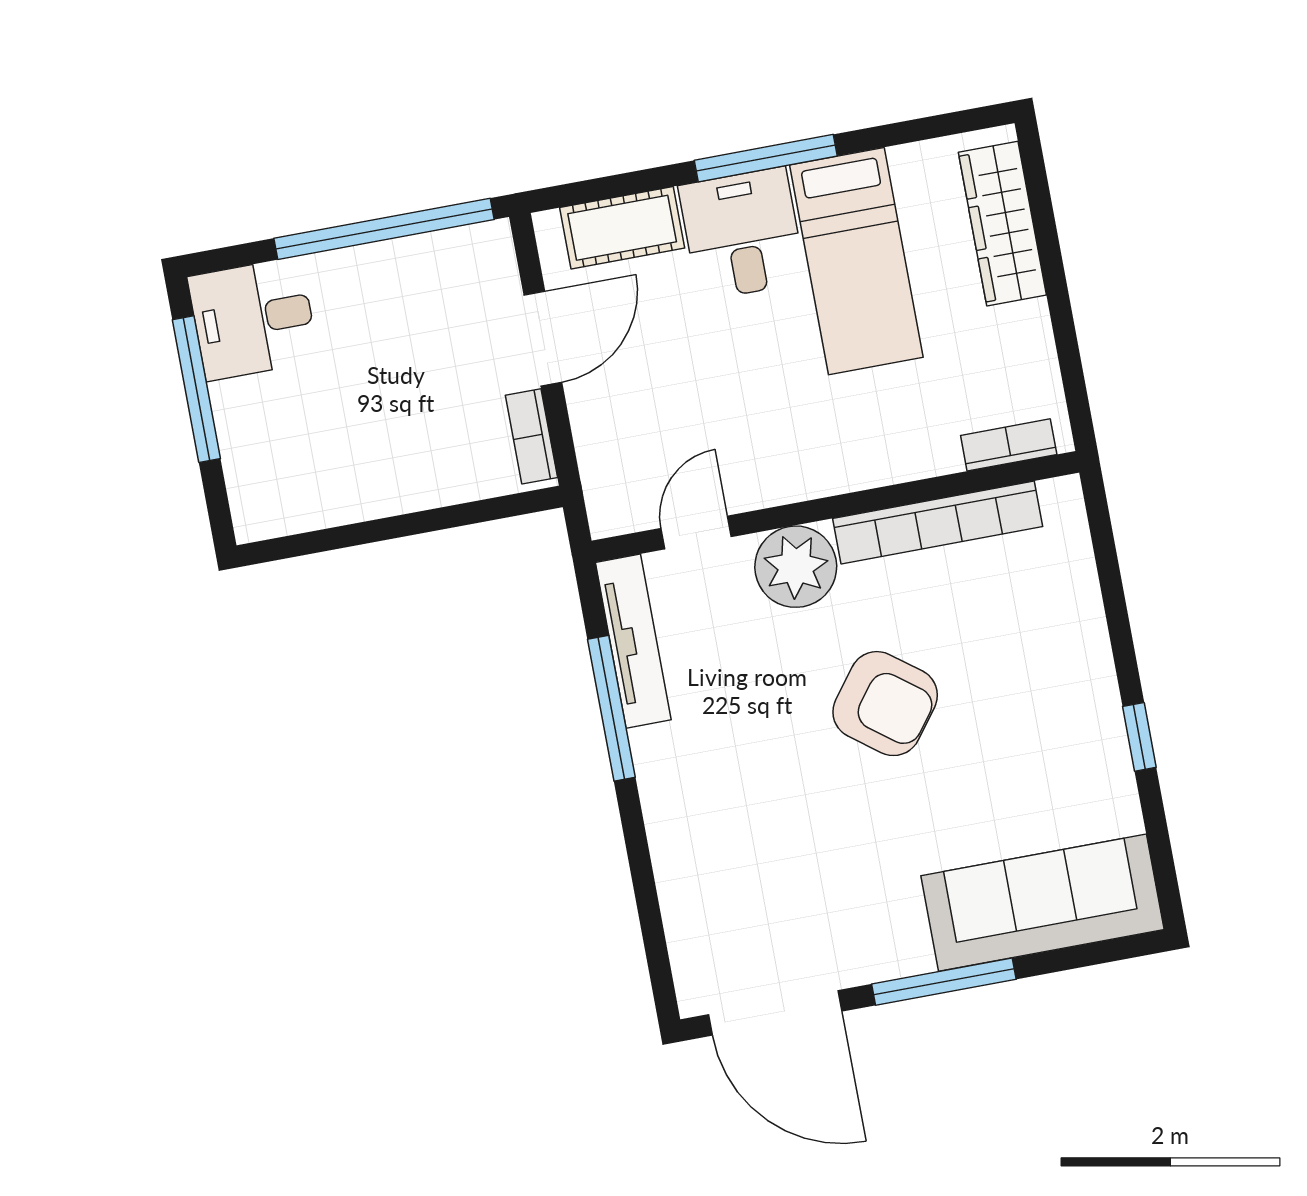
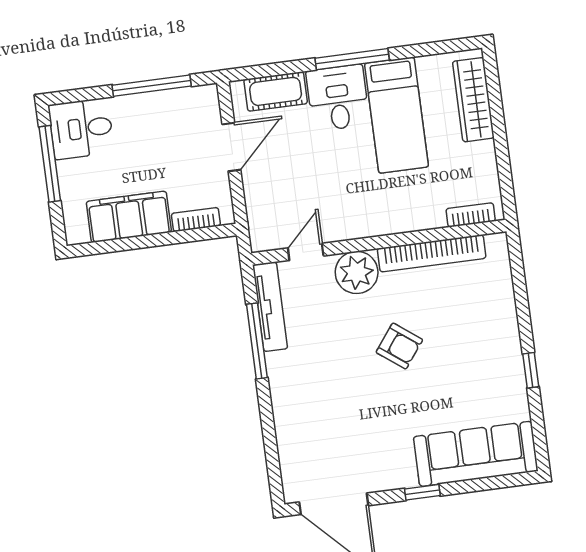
window: (384, 229) -> (152, 86), width x0.68
bookcase: (531, 436) -> (196, 220), moved, turned 90
filing cabinet: (353, 483) -> (129, 217), added
armchair: (885, 704) -> (399, 346), width x0.72, depth x0.72
window: (944, 982) -> (422, 492), width x0.46

